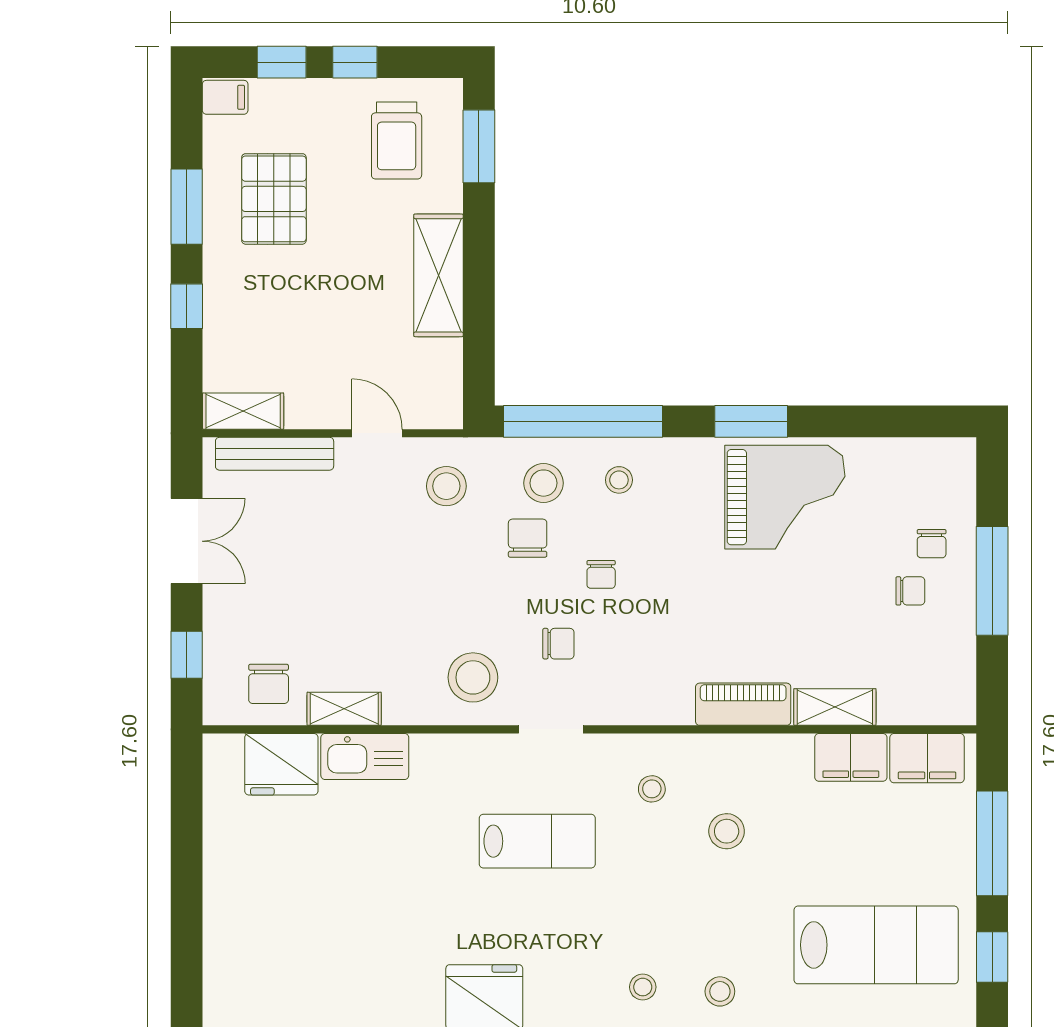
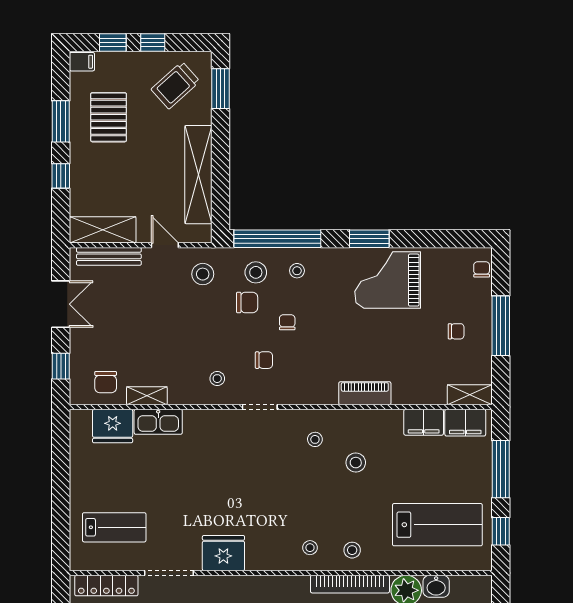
trolley: (397, 141) -> (175, 85), turned 48
shelving: (438, 275) -> (198, 175), width x1.47
shelving: (243, 411) -> (103, 230), width x1.50, depth x1.33
grand piano: (785, 497) -> (388, 280), turned 180
chair: (528, 538) -> (247, 302), turned 90
chair: (932, 544) -> (482, 269), moved, turned 180
chair: (601, 574) -> (287, 322), turned 180
stool: (473, 677) -> (217, 379), width x0.53, depth x0.53
shelving: (835, 707) -> (470, 395), moved
lab bench: (537, 841) -> (114, 527), moved

